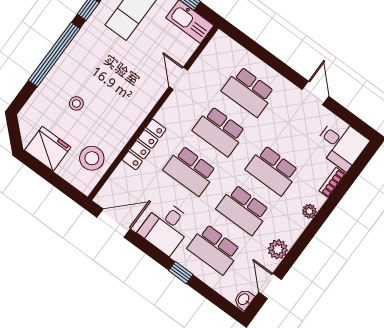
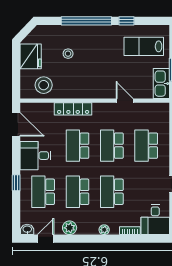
door: (178, 78) -> (125, 101), hinge flipped

